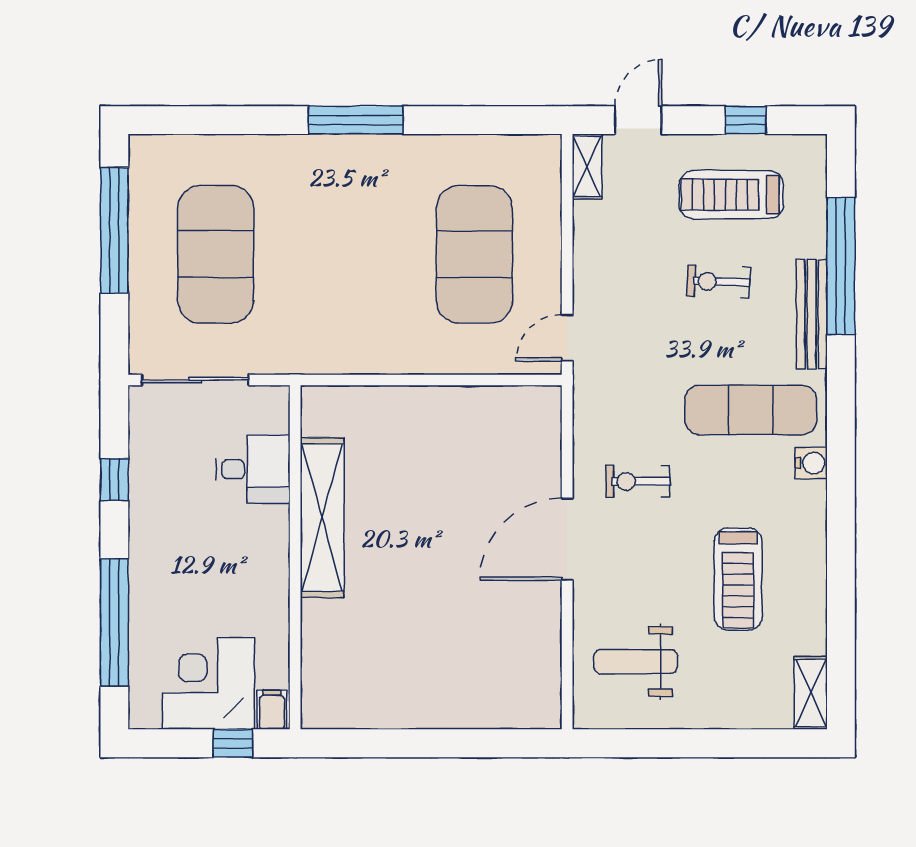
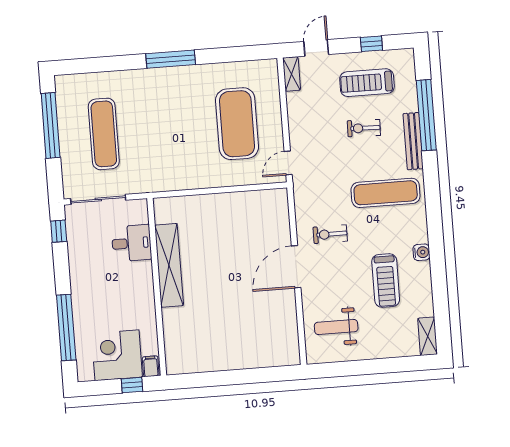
exercise mat: (216, 254) -> (104, 134), width x0.68
water cooler: (811, 463) -> (421, 252), moved
window: (114, 480) -> (59, 231), moved

